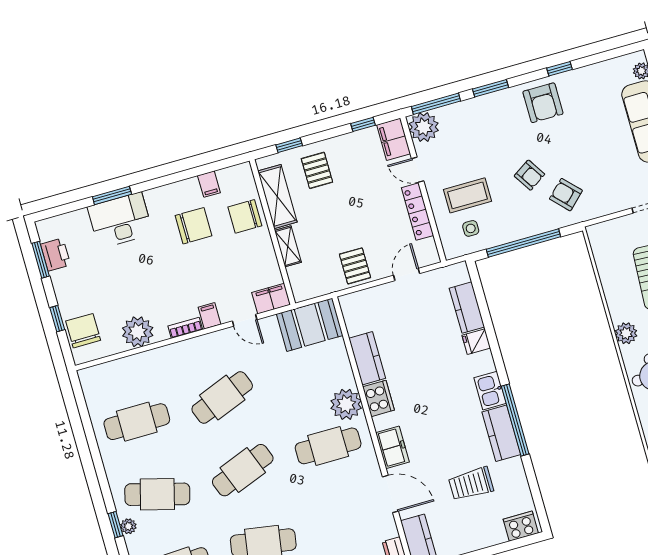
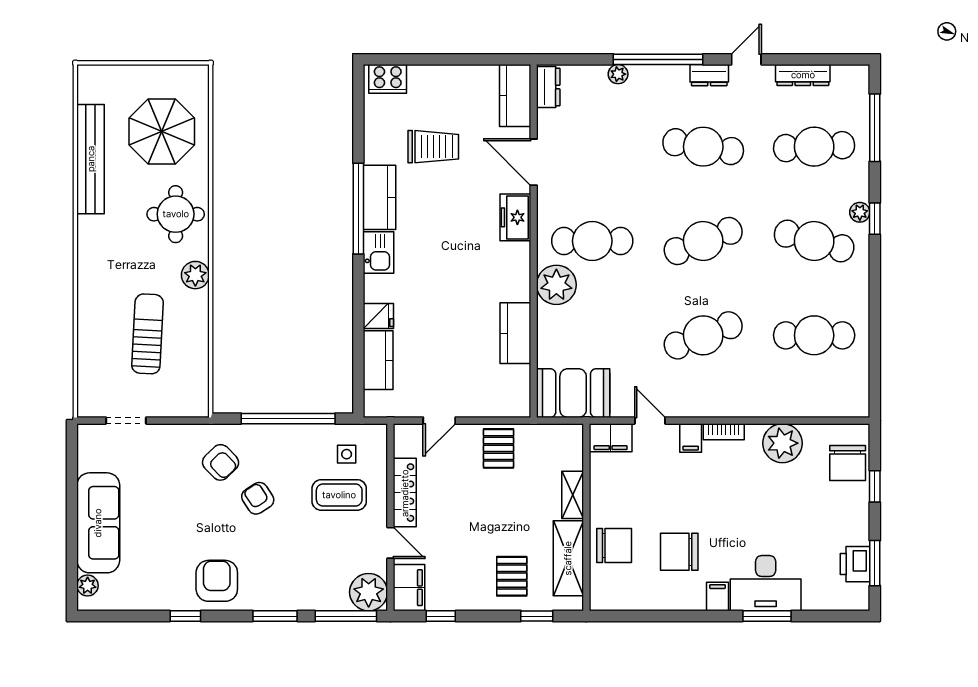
filing cabinet: (209, 184) -> (718, 597), moved
cooker: (378, 398) -> (515, 281), removed

